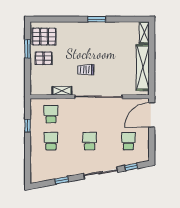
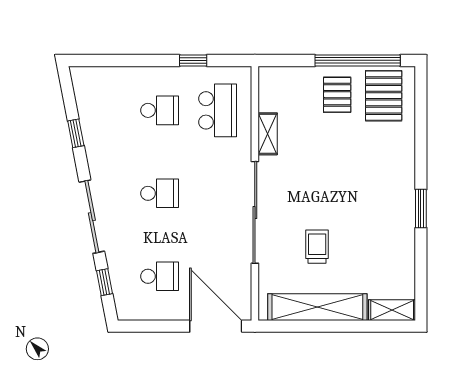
window: (28, 49) -> (358, 60), width x2.11
trolley: (86, 70) -> (317, 247), moved
school desk: (51, 114) -> (218, 110), width x1.85

